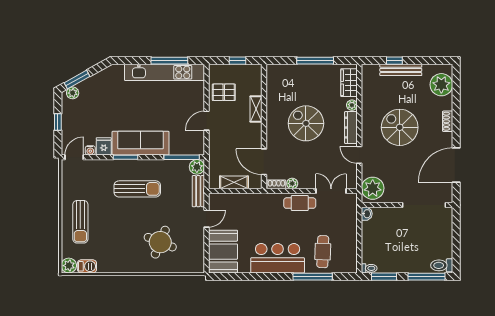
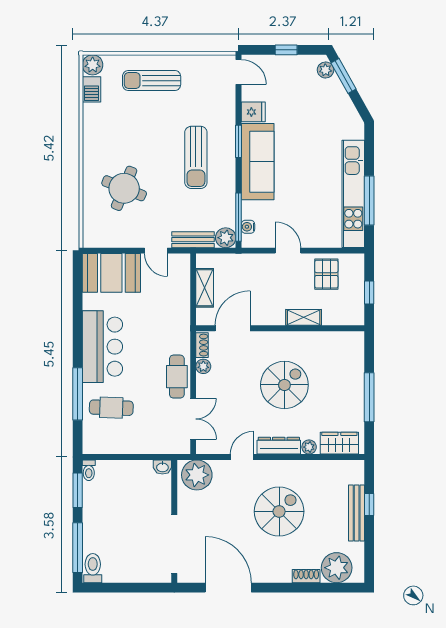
shoe rack: (448, 121) -> (306, 576), moved
water cooler: (90, 150) -> (248, 227), moved

